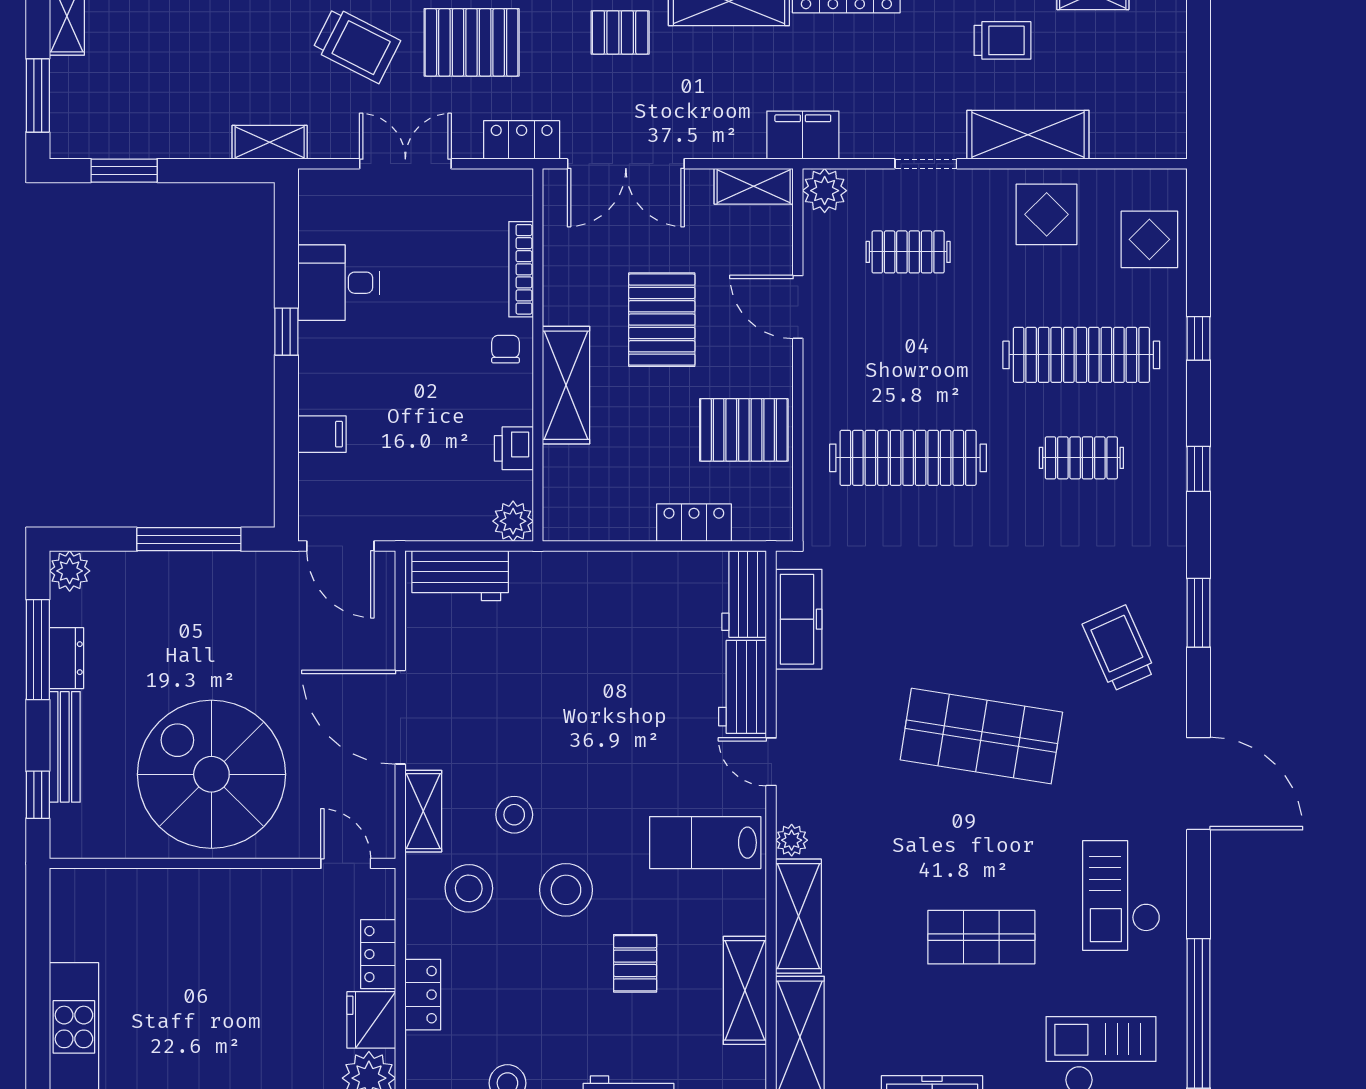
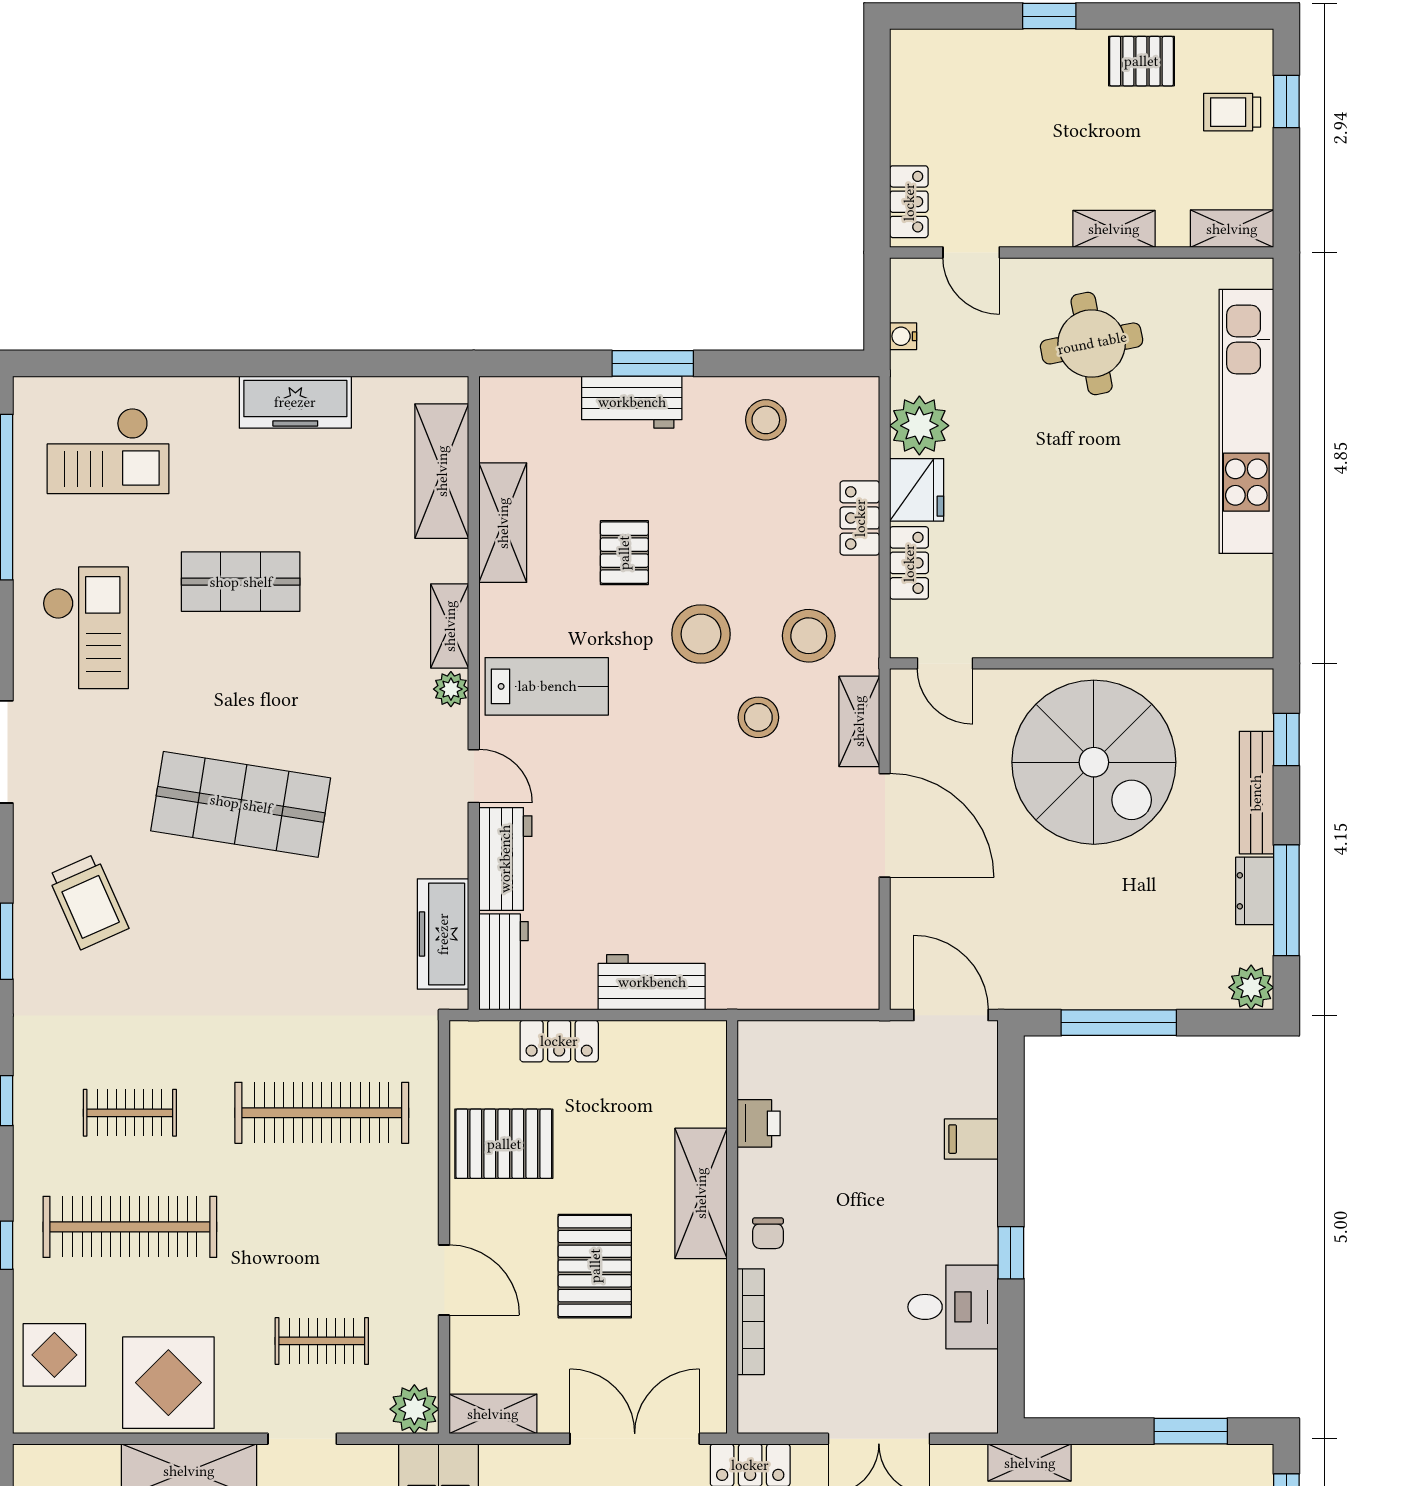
display table: (1047, 214) -> (168, 1383), width x1.36, depth x1.36
plant: (513, 521) -> (760, 1043), removed
workbench: (460, 576) -> (652, 982), moved
shelving: (798, 916) -> (450, 626), width x0.67, depth x0.75

